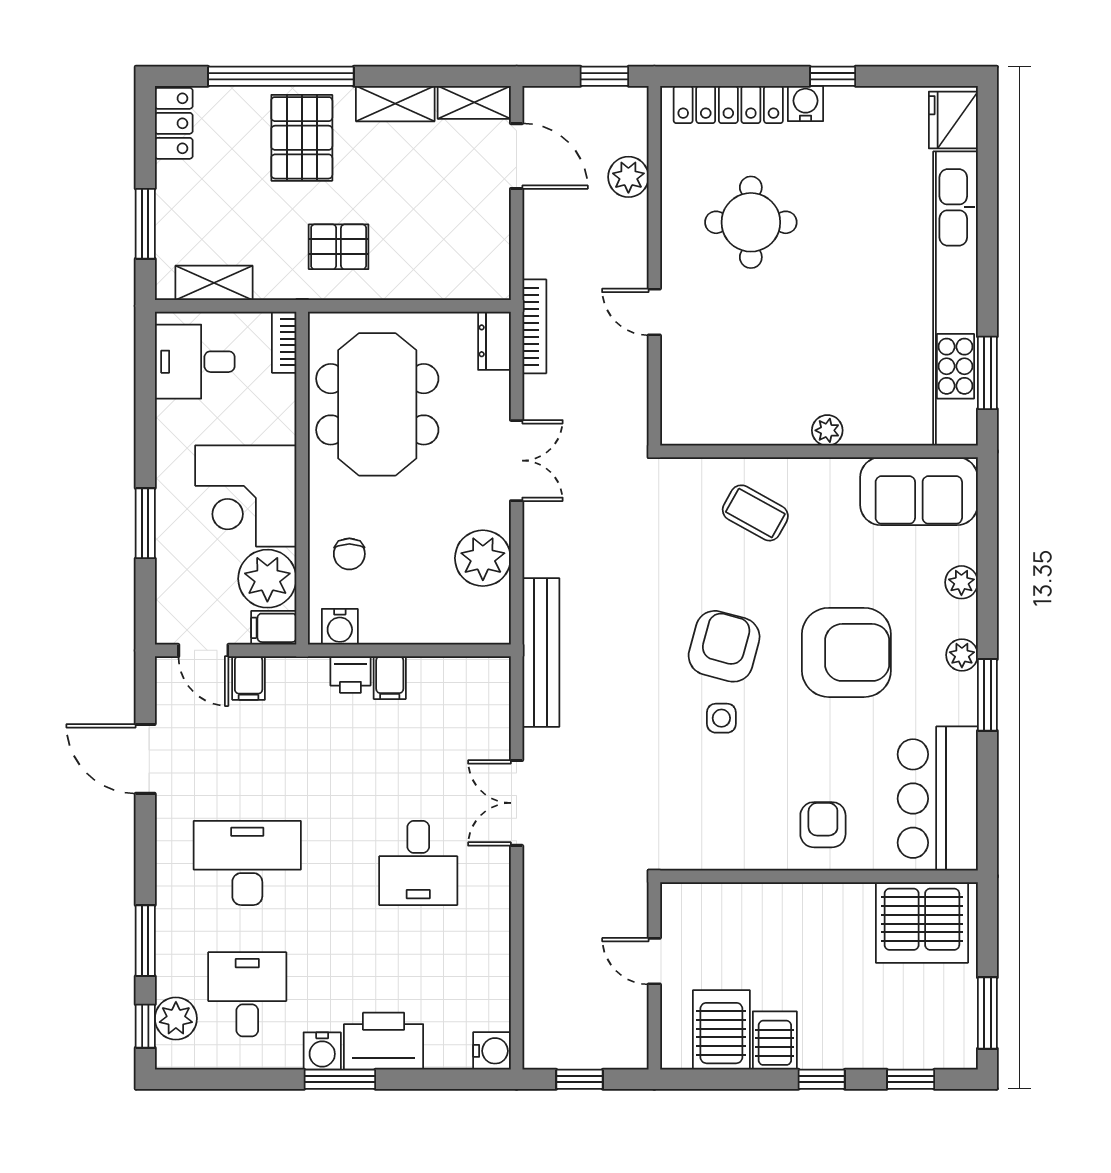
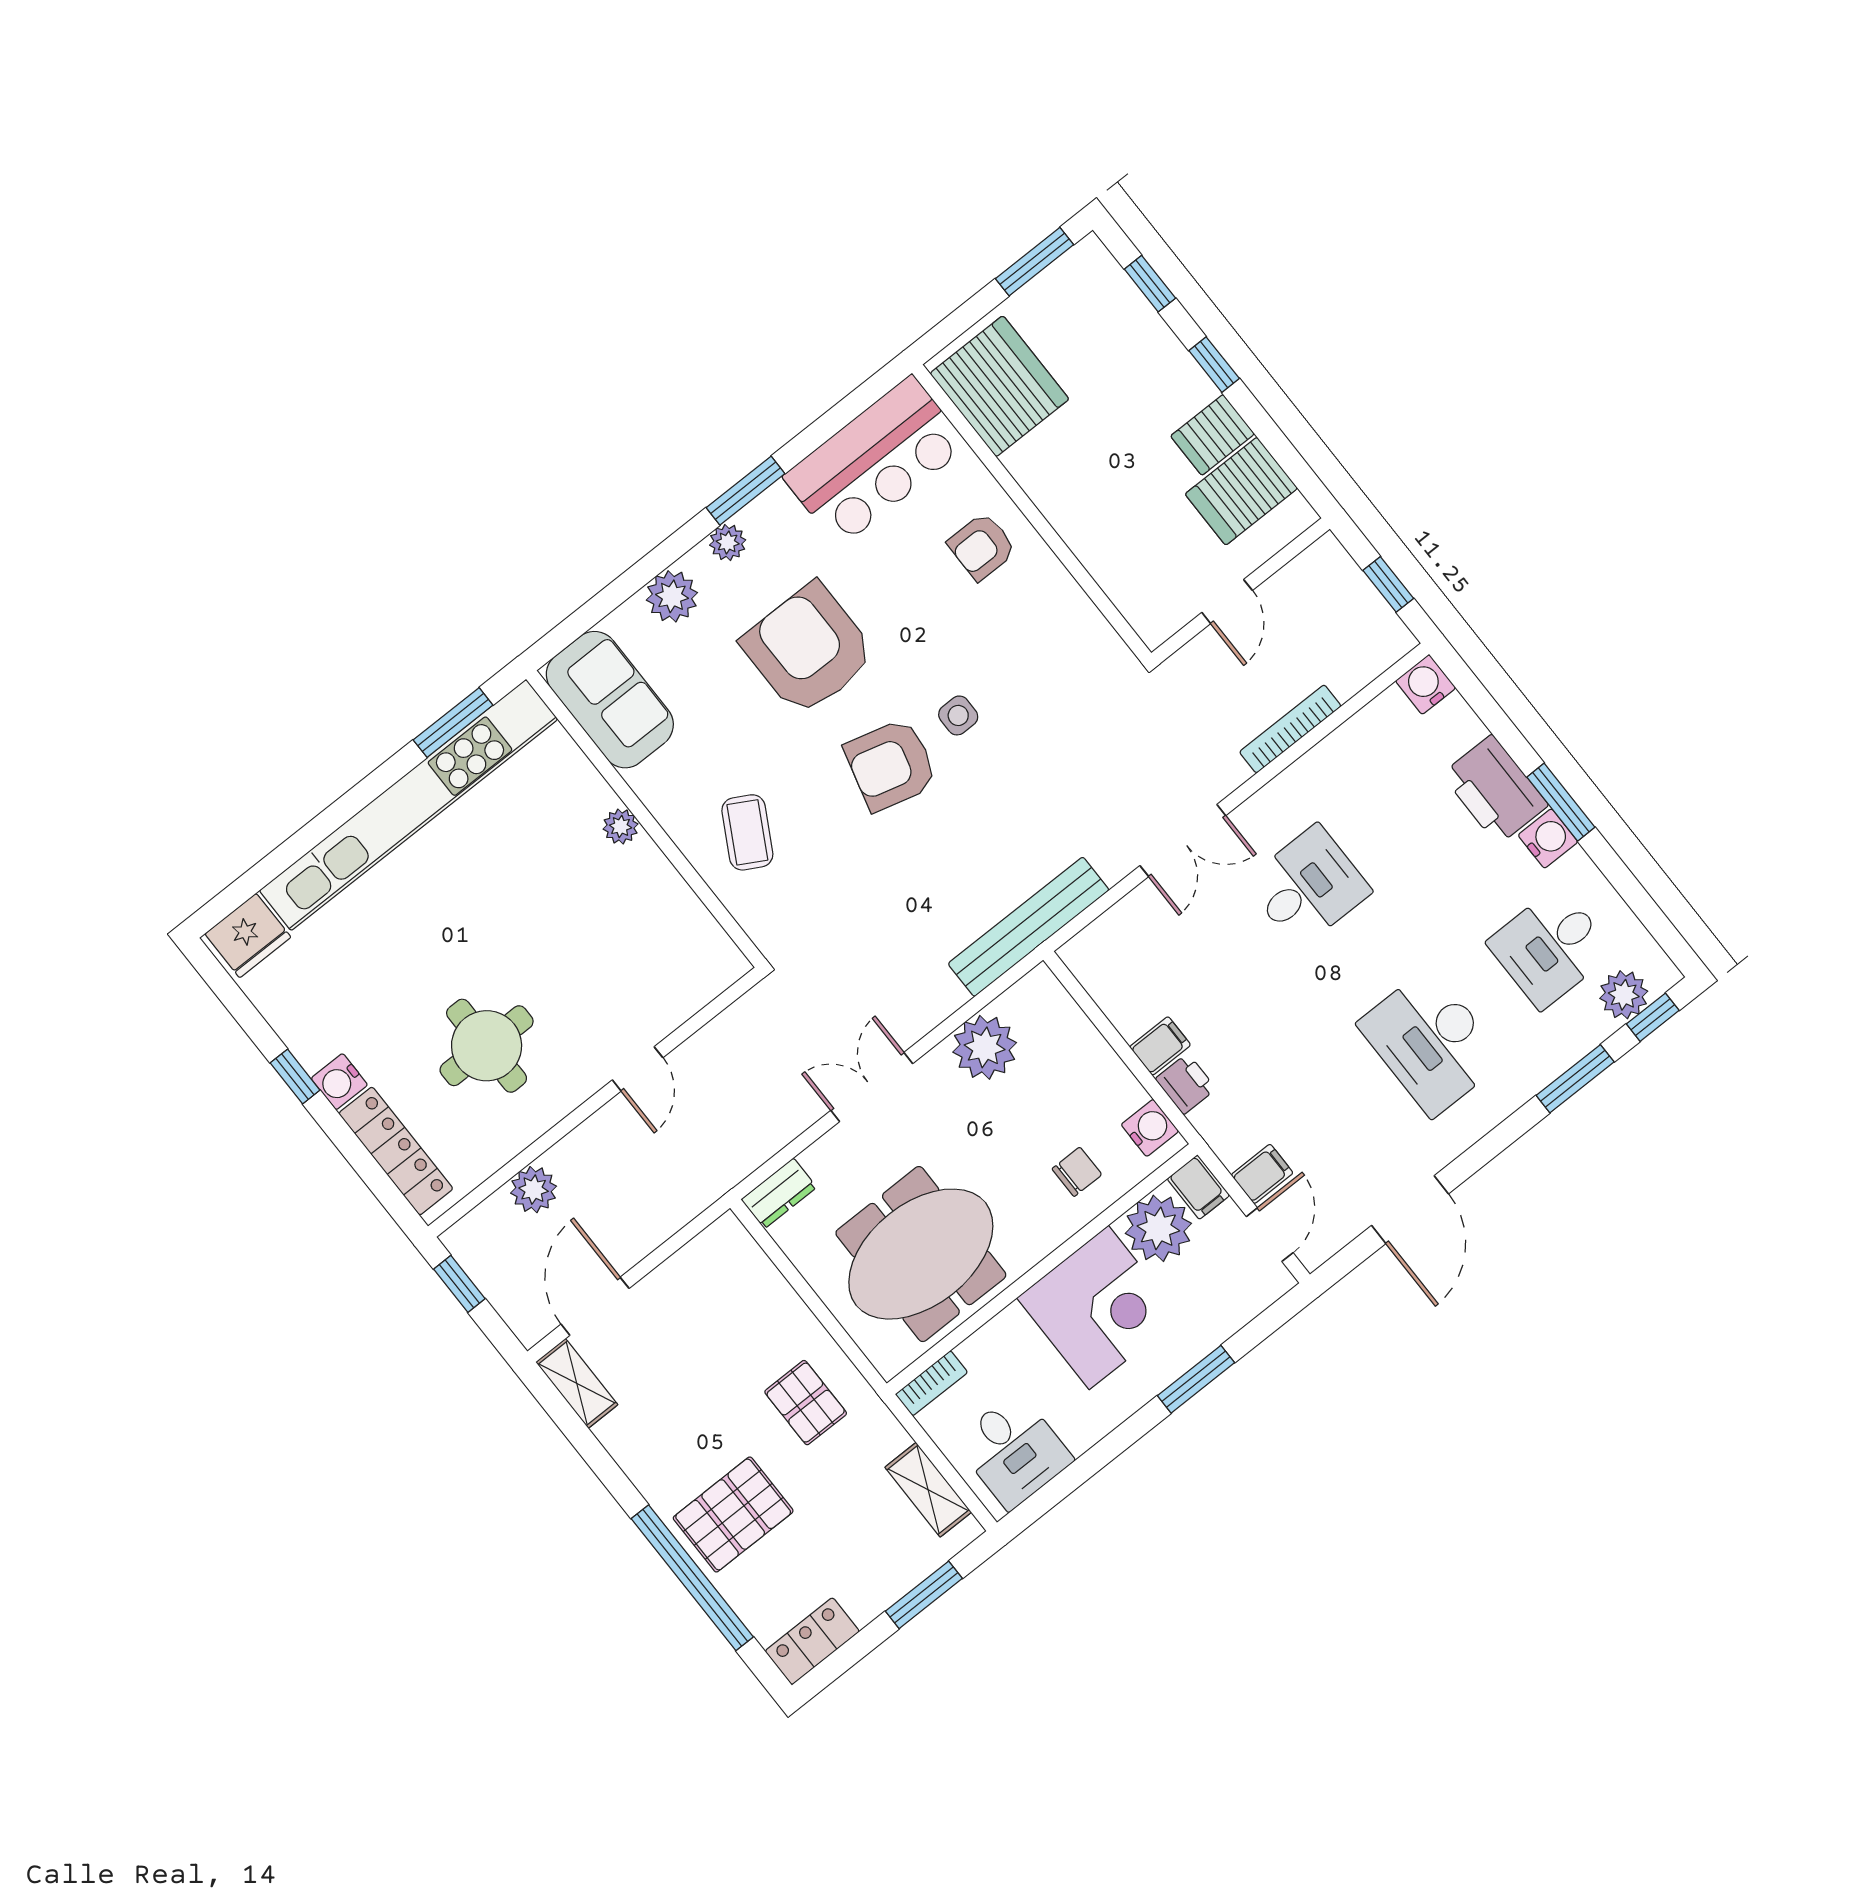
shelving: (395, 104) -> (635, 1454), removed
bookcase: (534, 326) -> (1290, 729), moved
plant: (961, 582) -> (672, 596), width x1.38, depth x1.38

